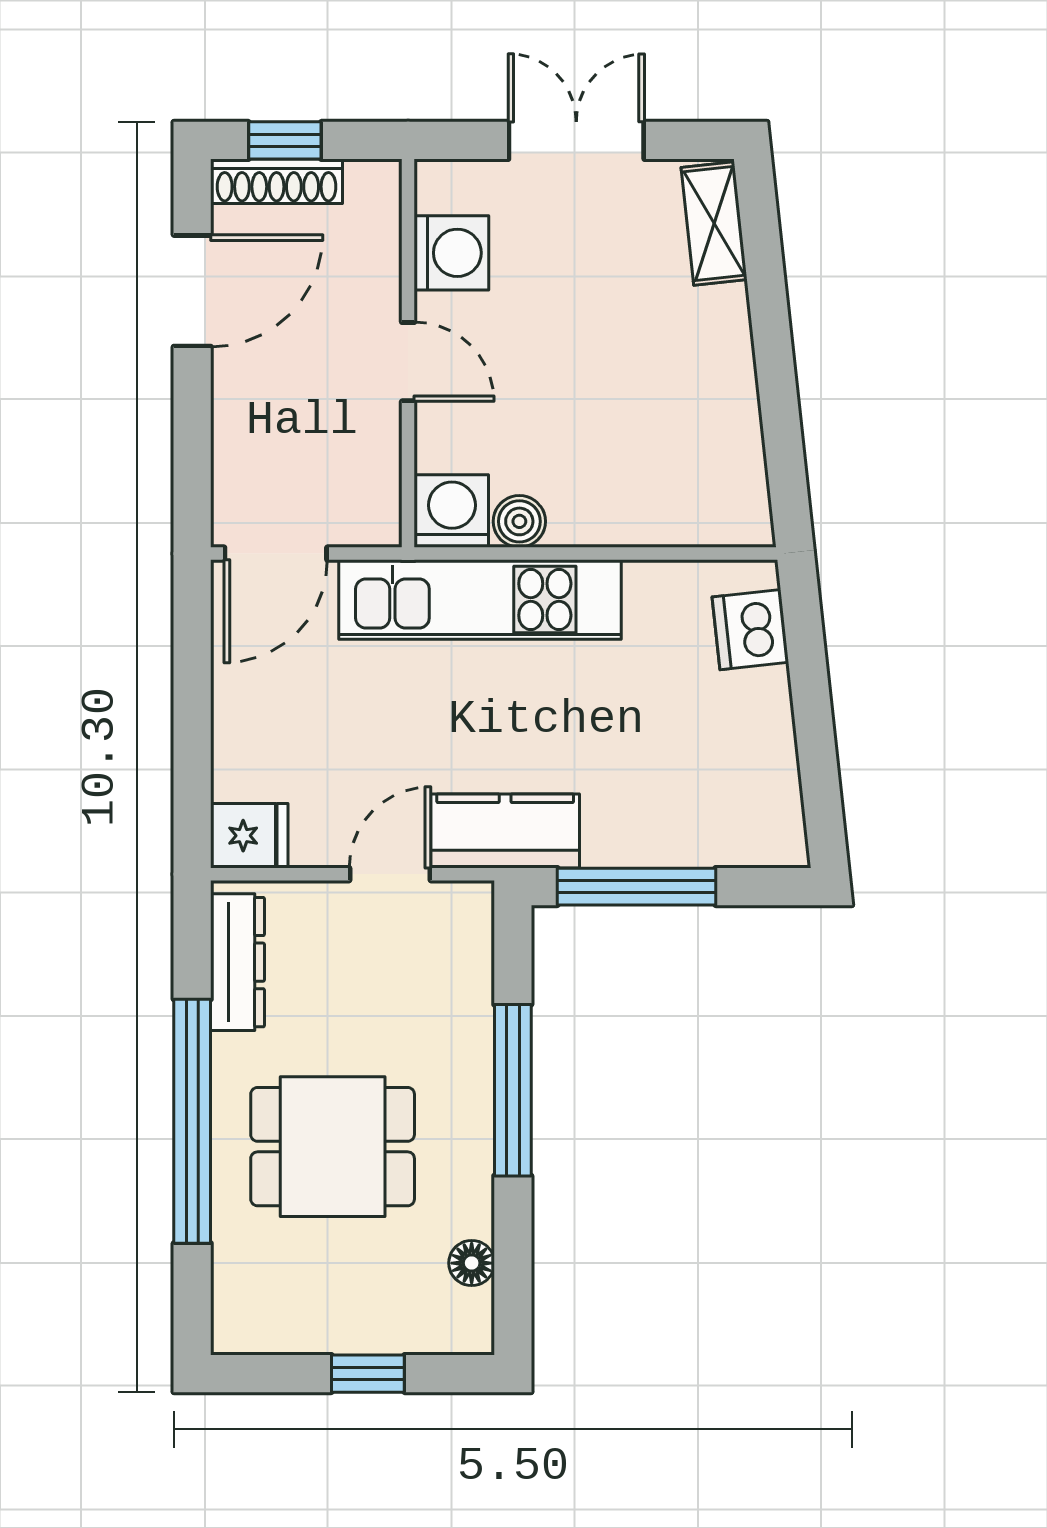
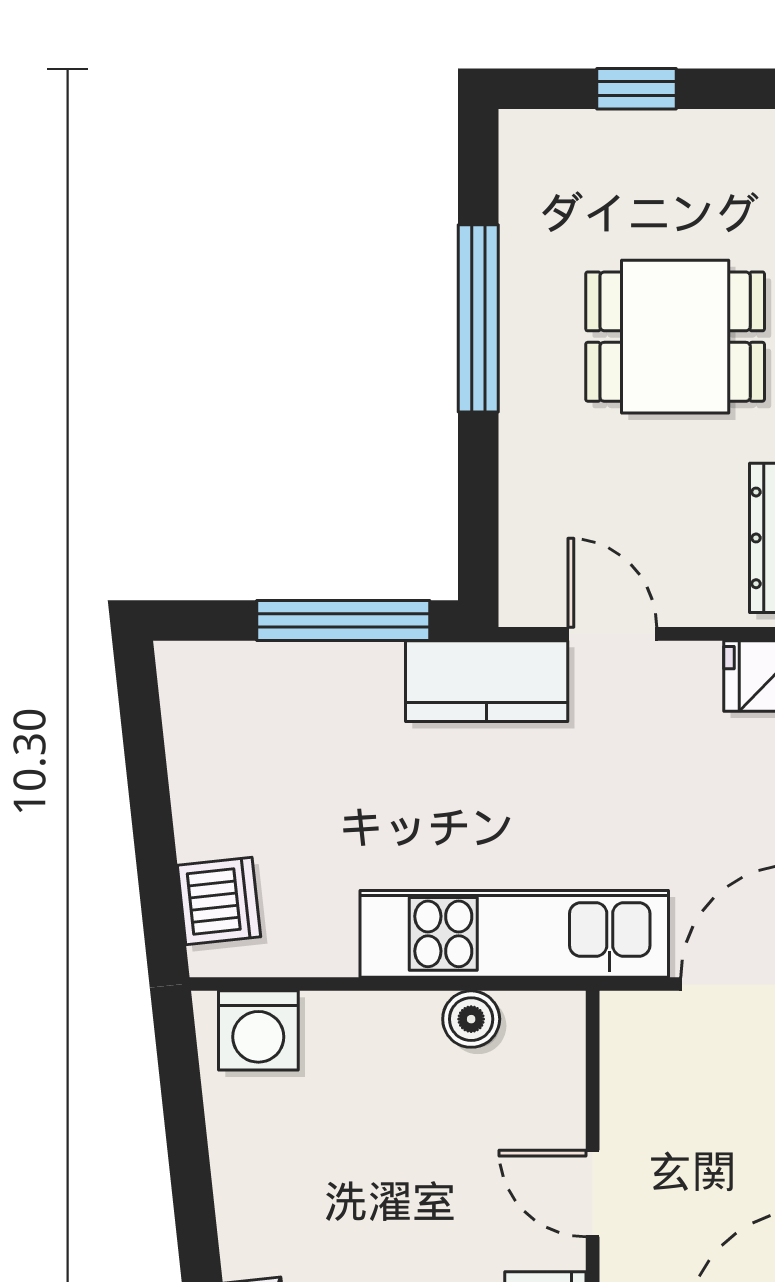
washing machine: (452, 511) -> (258, 1030), moved
door: (390, 874) -> (612, 634), swing flipped
window: (513, 1090) -> (478, 318), moved
floor lamp: (472, 1263) -> (523, 209), removed

